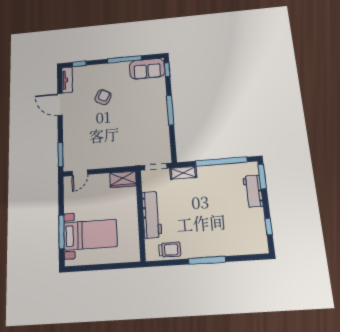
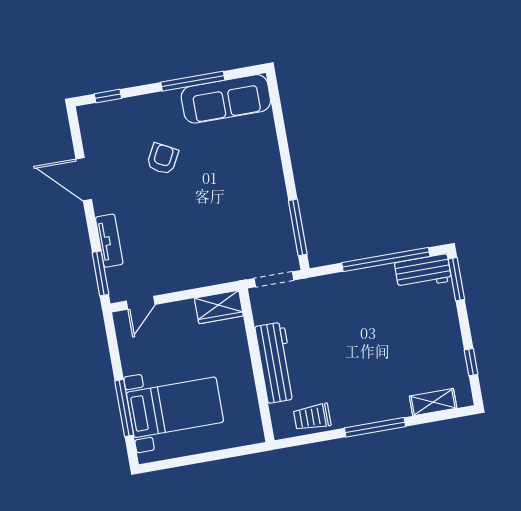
sofa: (147, 69) -> (226, 99), width x1.36
window: (167, 70) -> (275, 96), removed
tv unit: (67, 80) -> (109, 241), moved
window: (170, 110) -> (298, 227), moved
shelving: (183, 173) -> (433, 402), moved
workbench: (253, 191) -> (423, 272), moved, turned -90
trolley: (170, 250) -> (312, 417), turned 180

